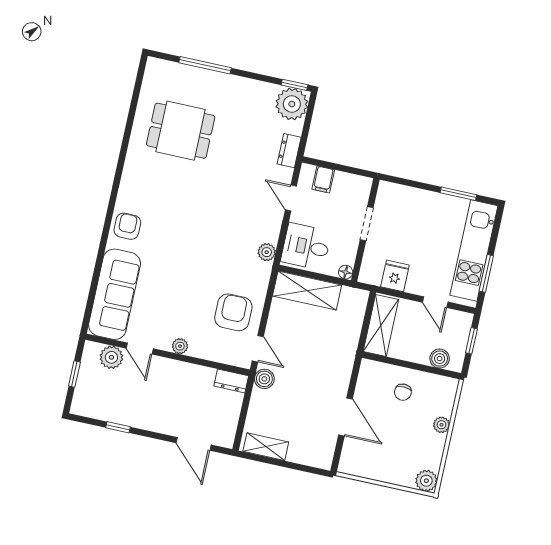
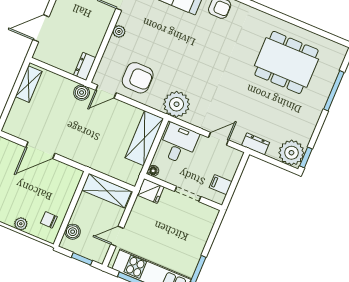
dining table: (181, 131) -> (286, 62), width x1.38
filing cabinet: (323, 180) -> (221, 185), moved
plant: (267, 252) -> (177, 104), width x1.87, depth x1.87
fridge: (395, 276) -> (151, 191), moved
chair: (403, 392) -> (49, 220), moved

